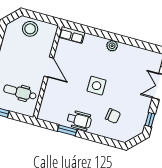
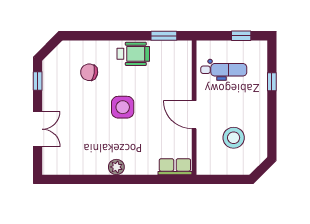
stool: (30, 29) -> (234, 138), moved
wheelchair: (79, 120) -> (133, 54), turned 180
window: (67, 130) -> (164, 36), moved

